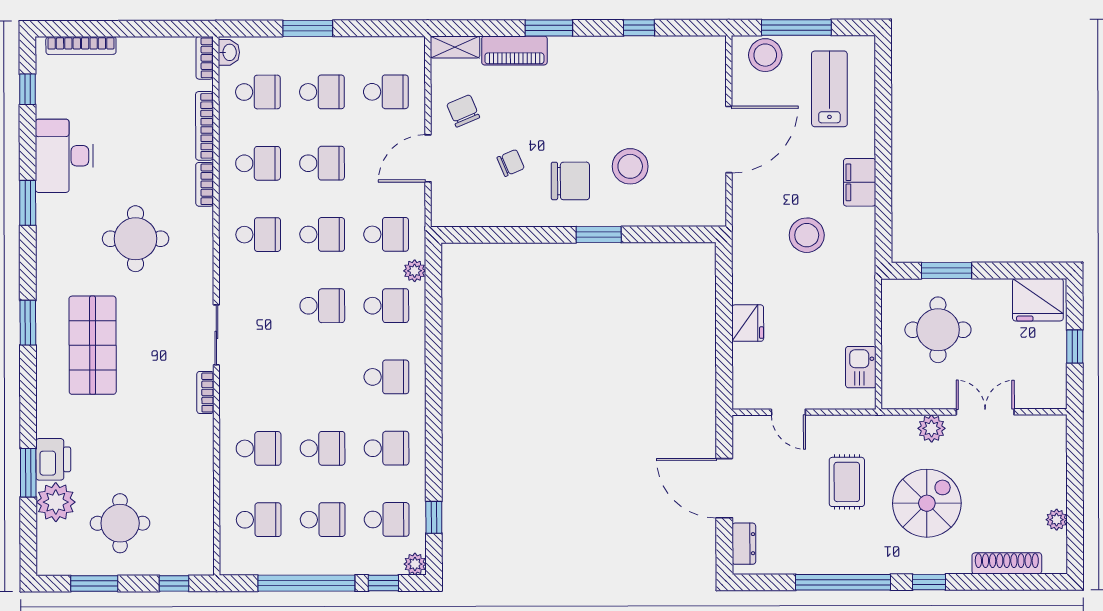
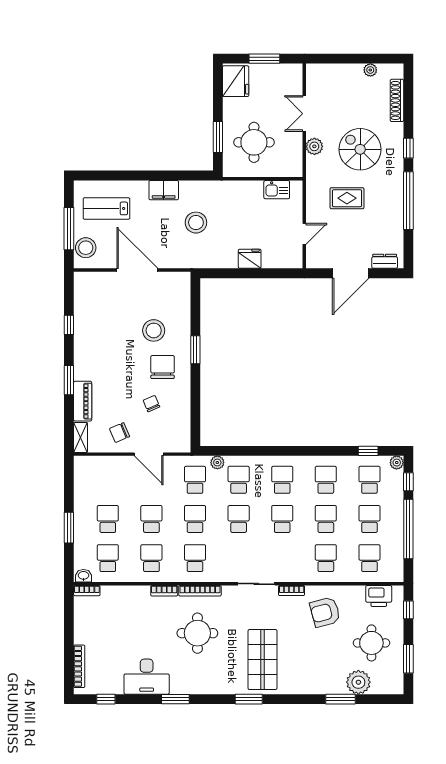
school desk: (386, 92) -> (282, 519), moved
bookcase: (205, 126) -> (200, 591), moved
shop shelf: (93, 345) -> (263, 660), turned 90
window: (1075, 347) -> (264, 59), width x1.50
armchair: (170, 447) -> (325, 612), added
printer: (53, 459) -> (379, 596), moved, turned 180

